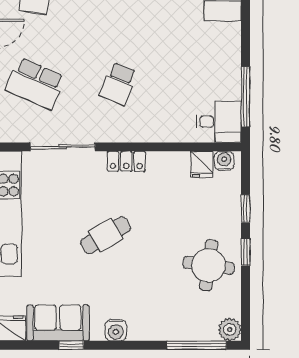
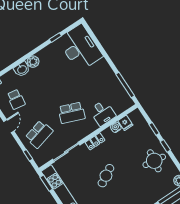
school desk: (35, 84) -> (39, 134), turned -39
school desk: (118, 84) -> (72, 113), width x1.85
desk: (219, 122) -> (103, 113), moved, turned 90
water cooler: (224, 161) -> (116, 127), moved

